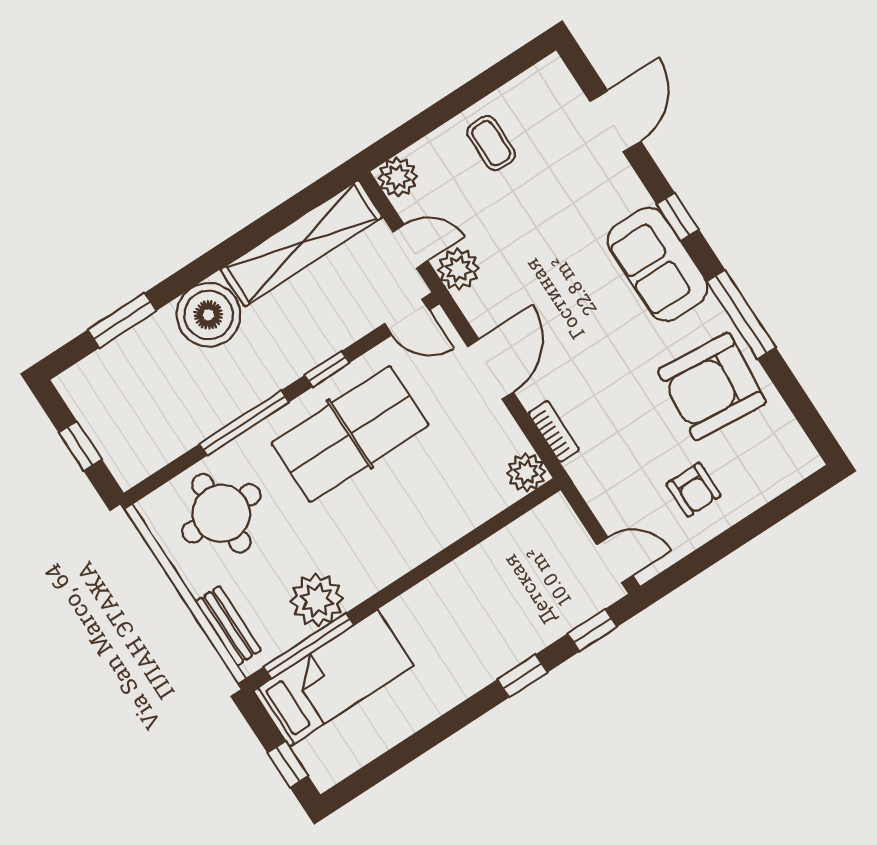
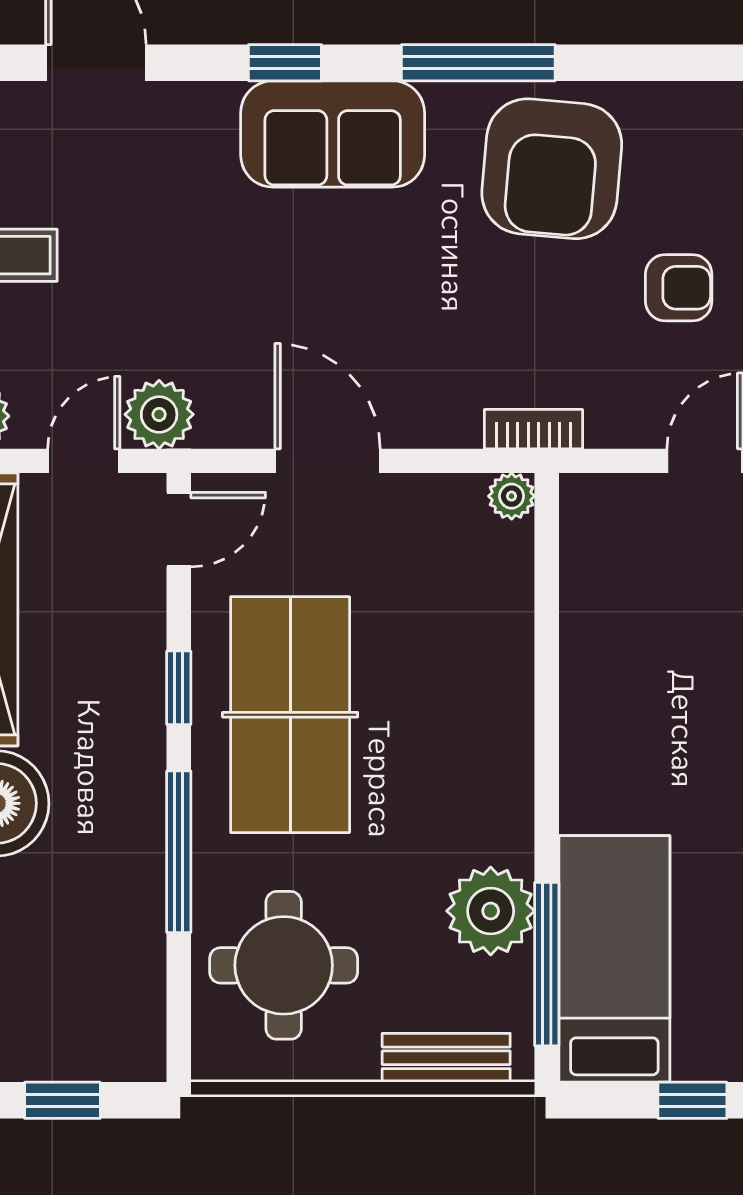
bookcase: (554, 431) -> (533, 429), moved
plant: (526, 472) -> (512, 496), width x0.73, depth x0.73

